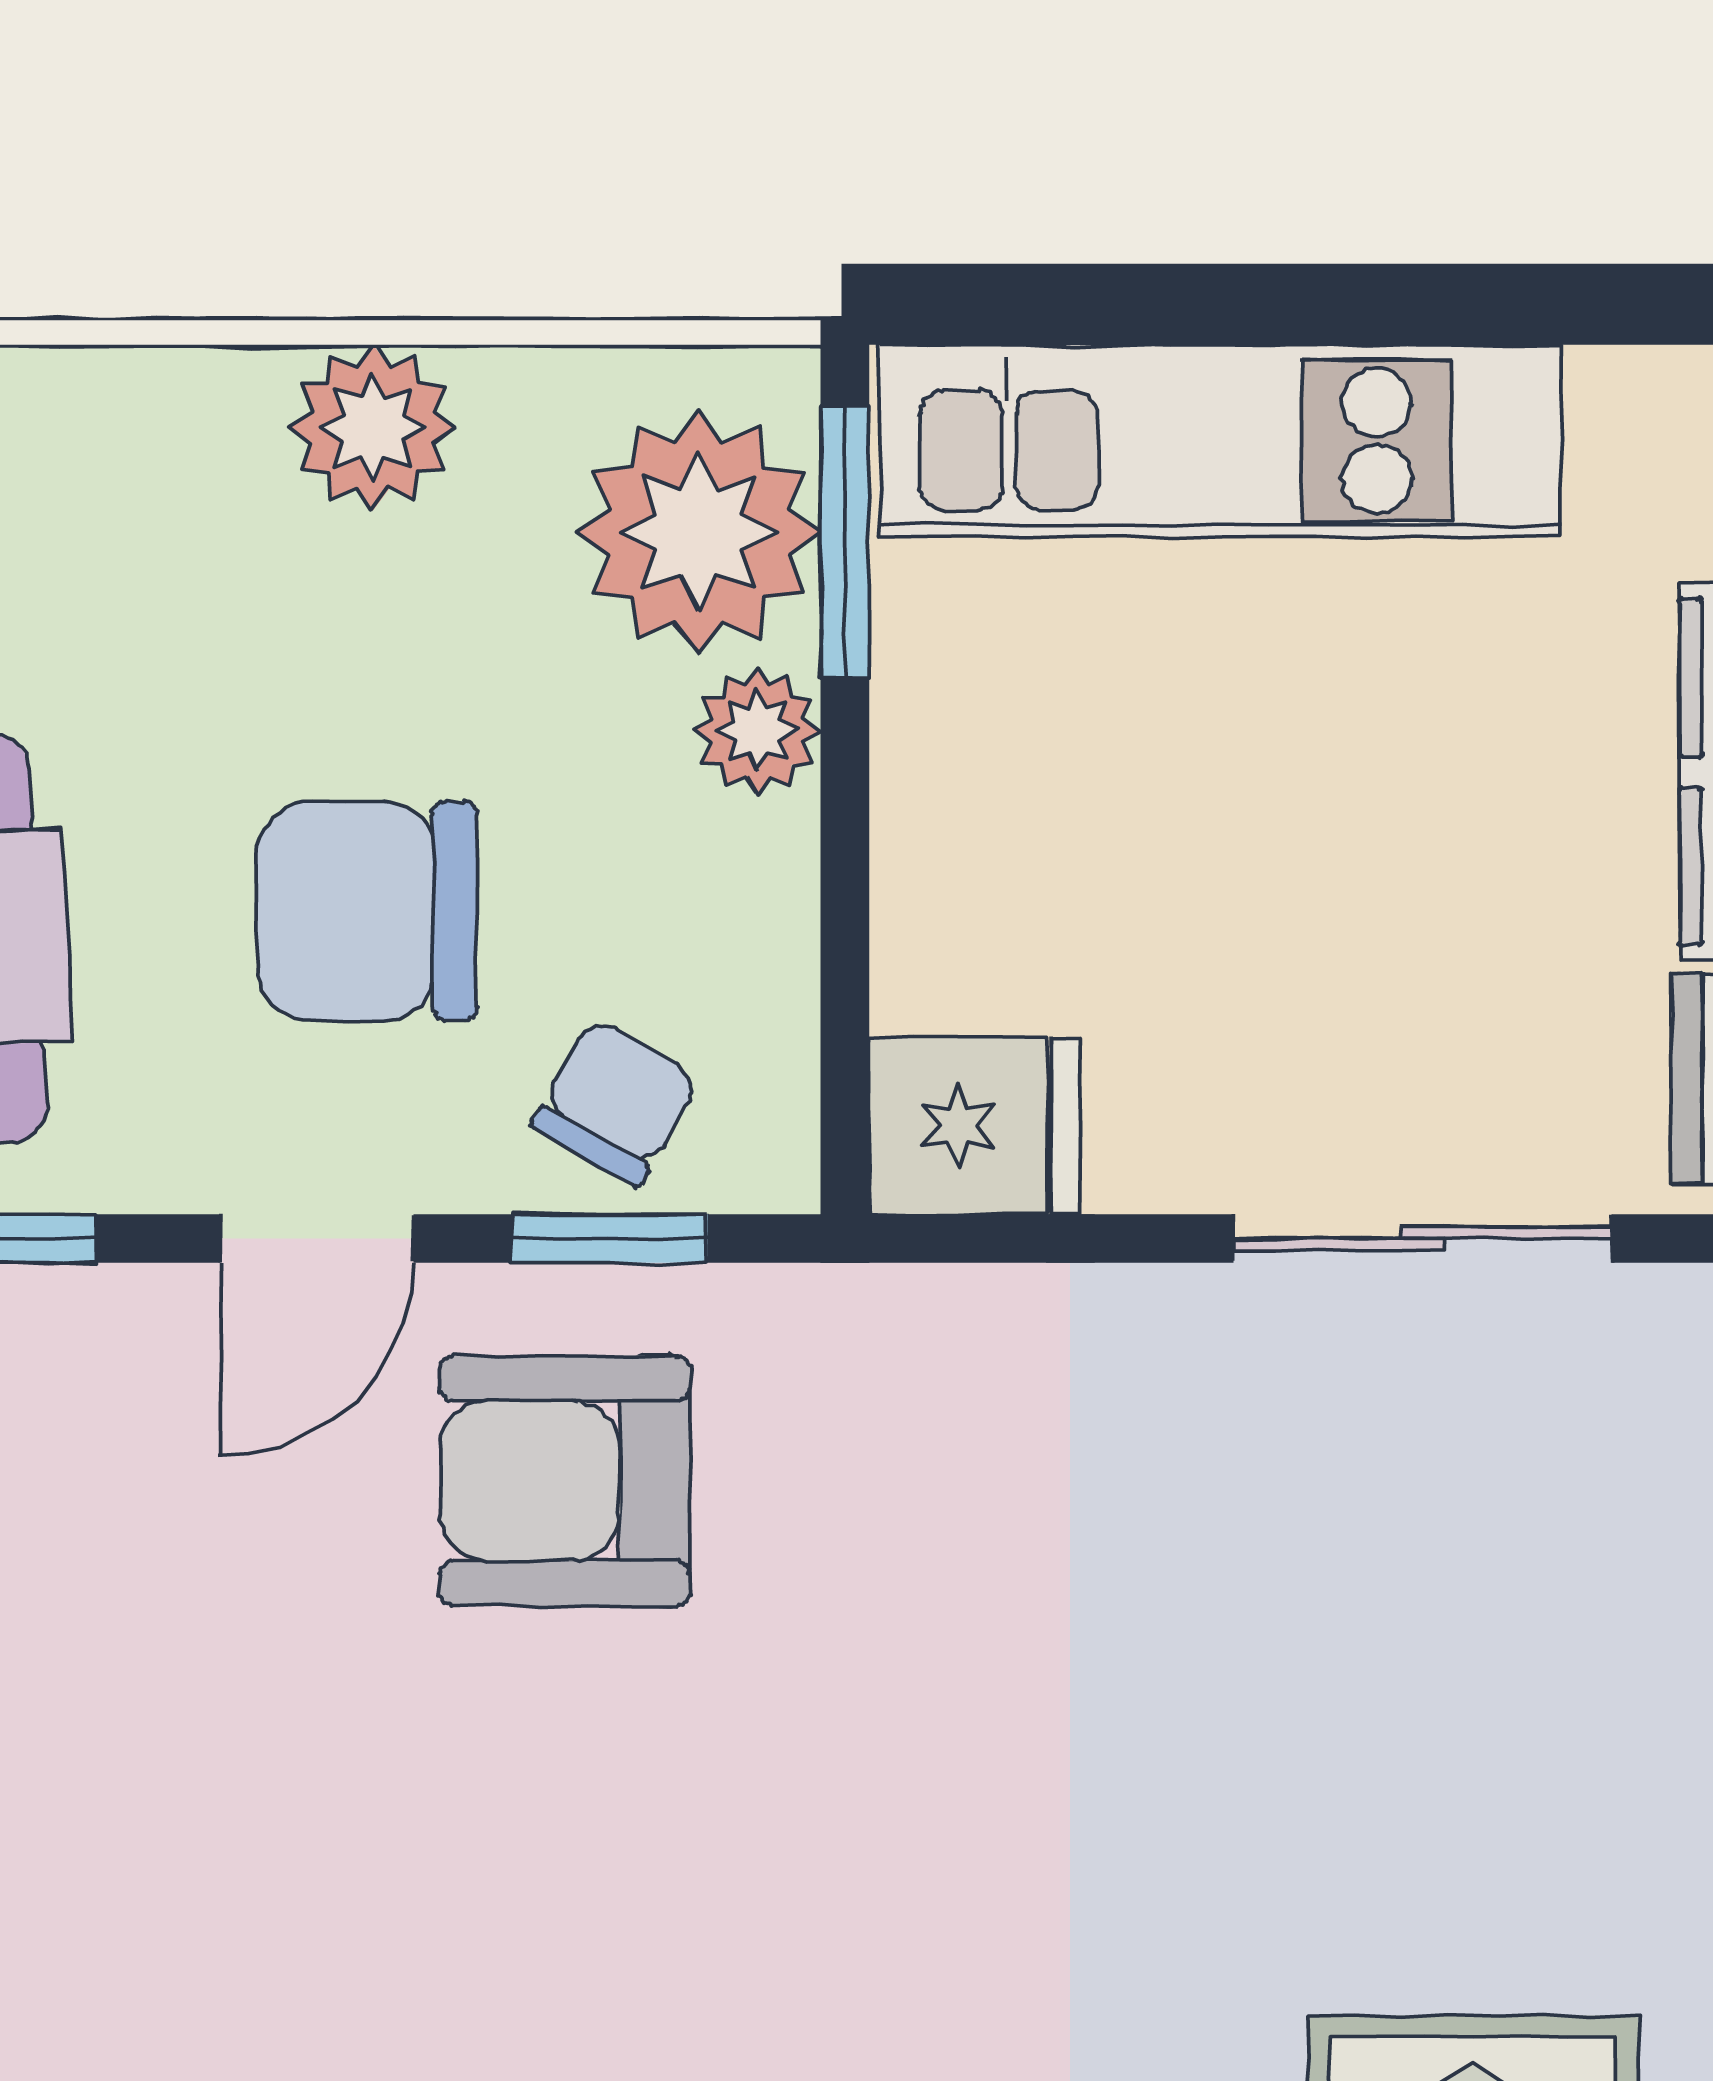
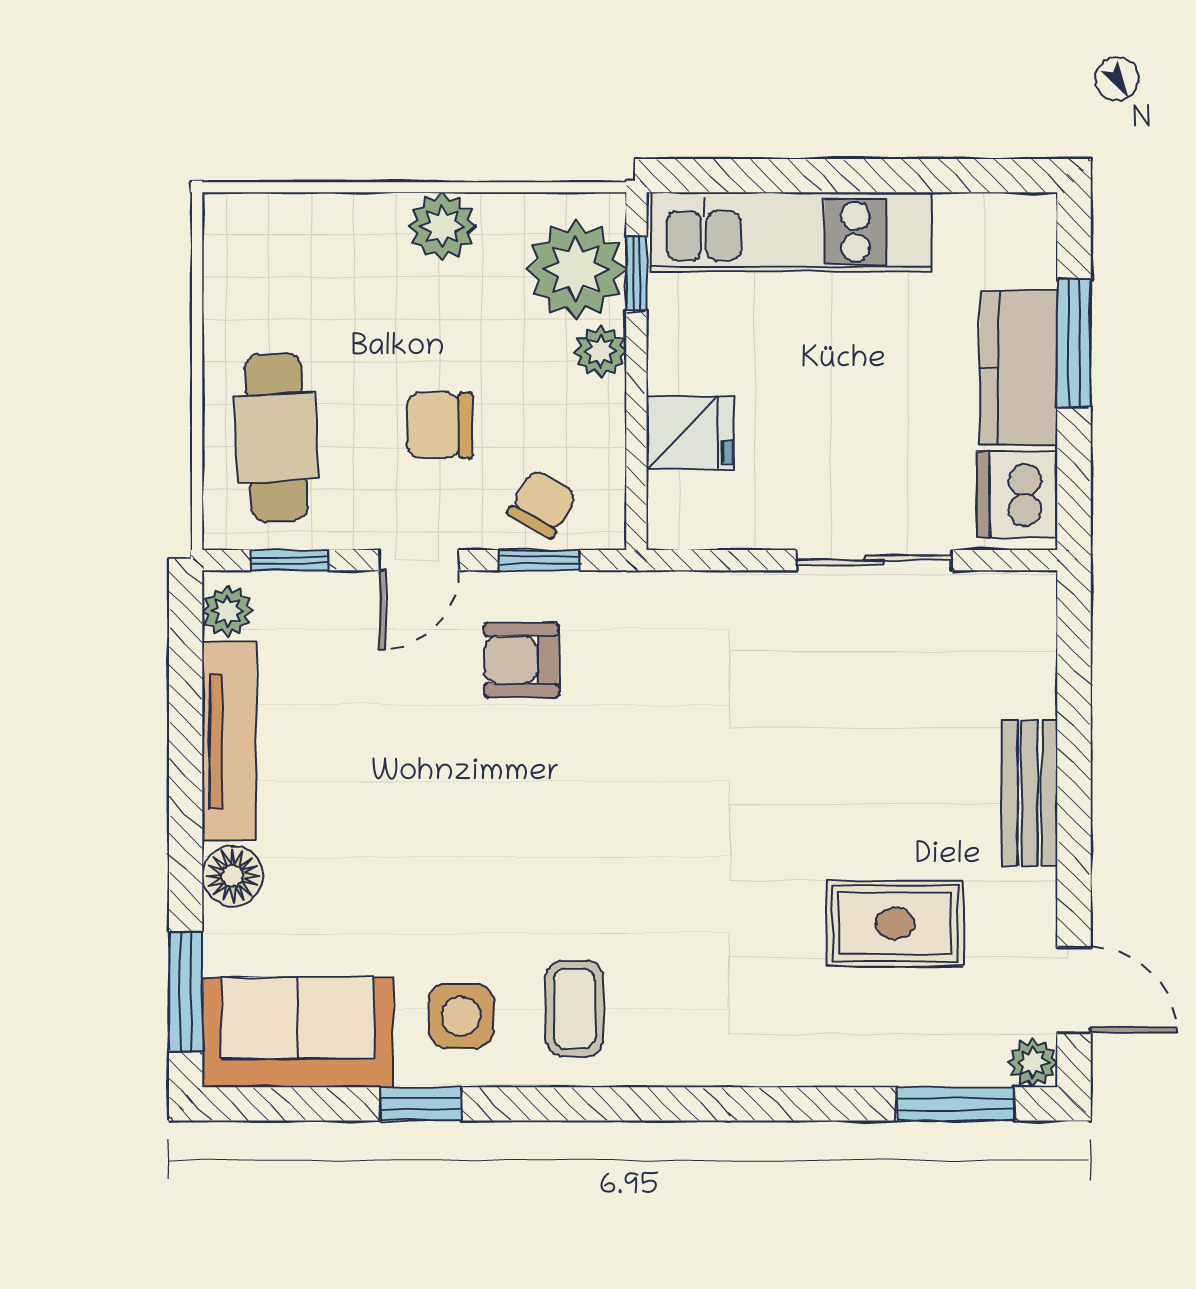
window: (845, 542) -> (636, 274), width x0.67
chair: (367, 911) -> (440, 425), width x0.73, depth x0.73
fridge: (975, 1126) -> (690, 433), moved
armchair: (565, 1481) -> (521, 660), width x0.72, depth x0.72

